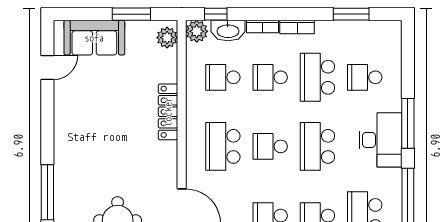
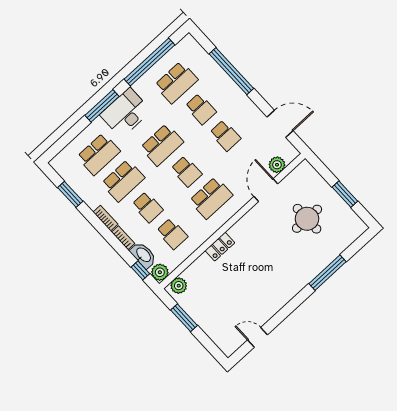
sofa: (94, 38) -> (216, 326), removed
school desk: (365, 77) -> (99, 154), width x1.85
locker: (168, 112) -> (220, 247), width x0.66

